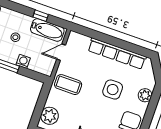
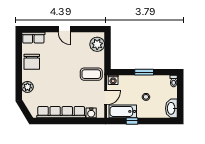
water cooler: (83, 41) -> (91, 113), added
washing machine: (23, 61) -> (113, 80), moved
side table: (113, 90) -> (55, 82), removed

